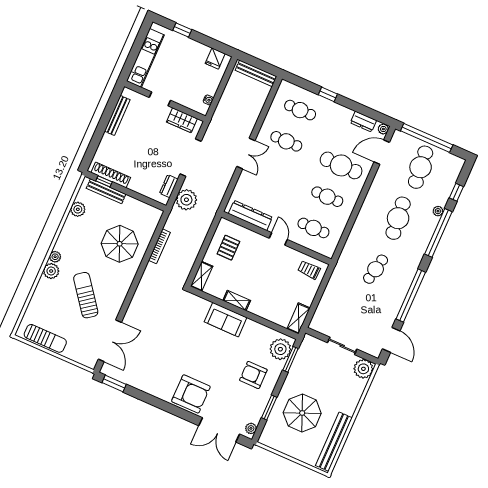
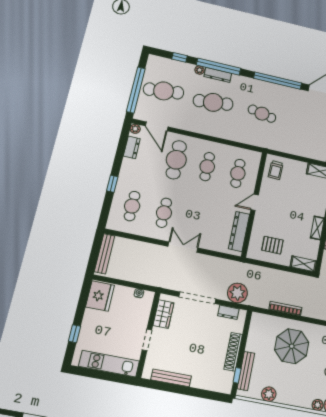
fridge: (215, 58) -> (100, 296), width x1.88, depth x1.34
shoe rack: (111, 175) -> (233, 352), moved
dresser: (429, 230) -> (218, 75), added

